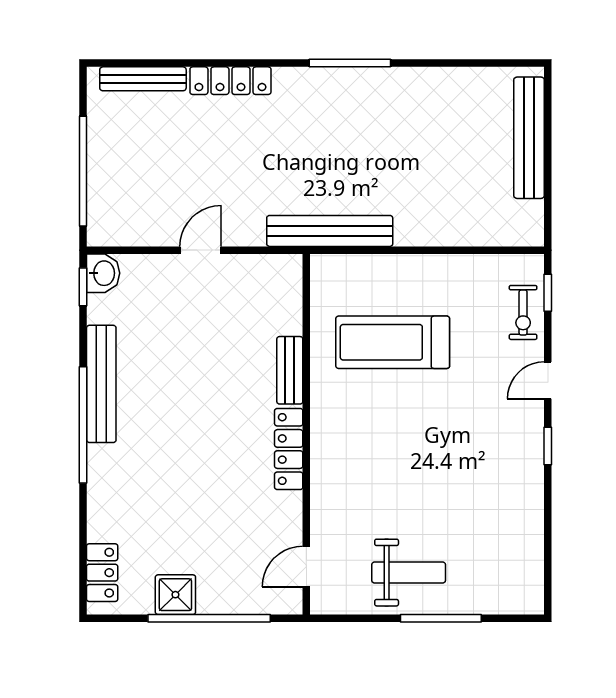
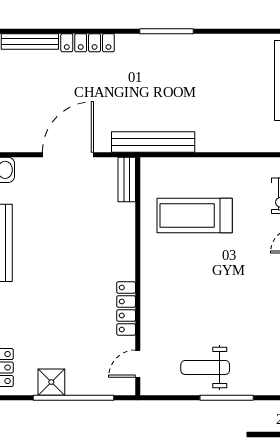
door: (200, 250) -> (68, 155), width x1.87
bench: (290, 370) -> (127, 179), moved
locker: (289, 449) -> (126, 309), moved
weight bench: (409, 573) -> (205, 367), turned 180

